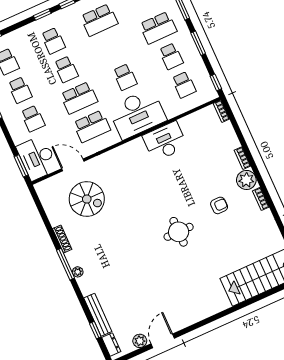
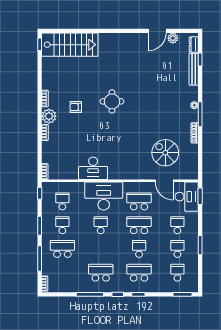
school desk: (53, 41) -> (139, 273), width x1.85

